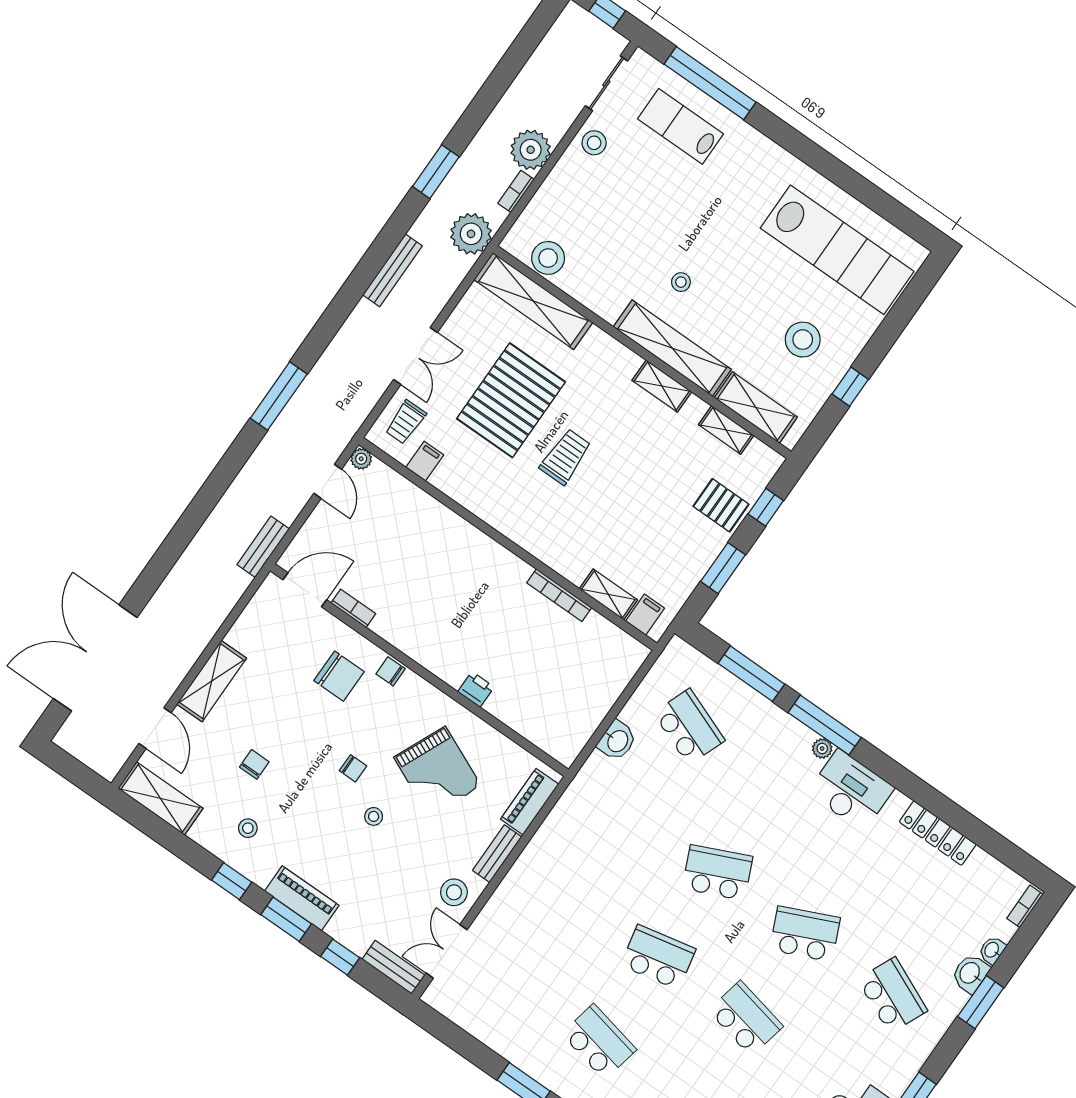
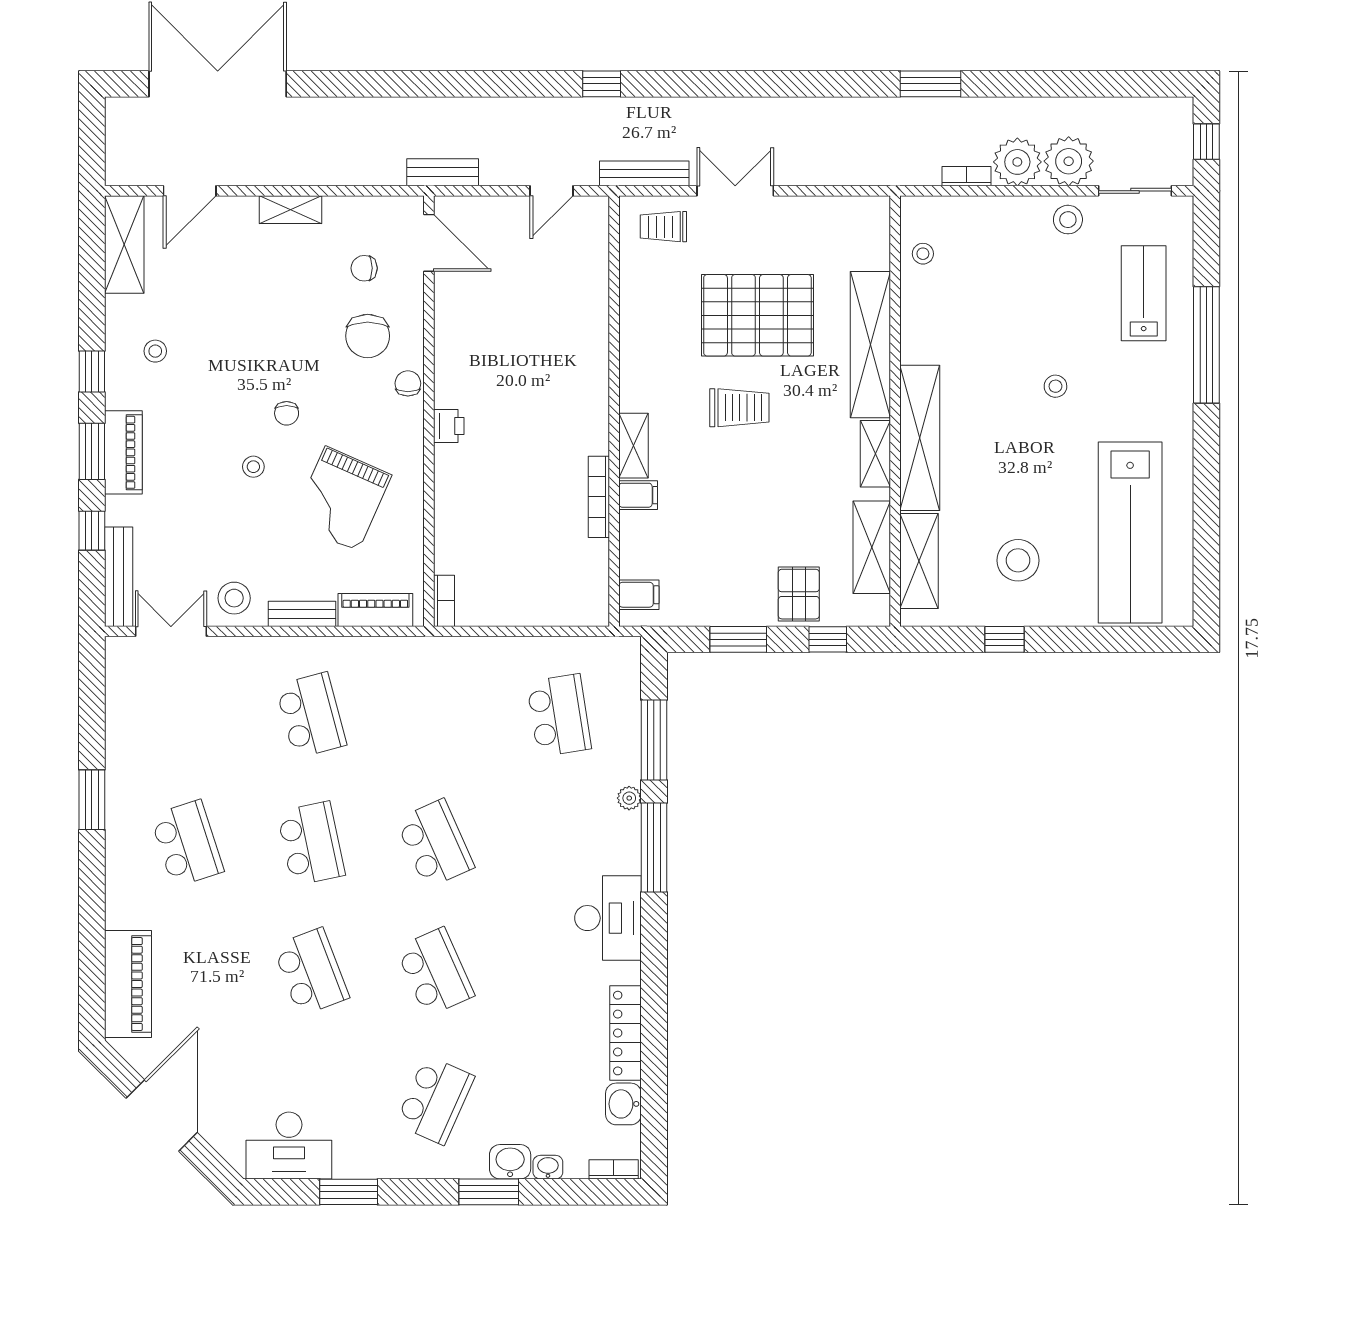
window: (710, 83) -> (1206, 345), moved
plant: (471, 234) -> (1069, 161), moved
stool: (548, 258) -> (923, 254), width x0.53, depth x0.53
bench: (392, 270) -> (644, 173), moved
stool: (681, 282) -> (1055, 386), moved
shelving: (533, 301) -> (870, 345), moved
double door: (416, 356) -> (735, 191), swing flipped
window: (279, 396) -> (602, 84), width x0.46
shelving: (726, 430) -> (872, 547), width x1.50, depth x1.33
plant: (361, 459) -> (597, 208), removed
filing cabinet: (425, 461) -> (638, 495), moved
shelving: (608, 594) -> (634, 446), moved
bookcase: (353, 608) -> (444, 601), moved
shelving: (212, 681) -> (290, 210), width x0.67, depth x0.75
printer: (476, 689) -> (449, 426), moved
school desk: (689, 727) -> (559, 715), turned -30
washbasin: (617, 741) -> (623, 1104), moved, turned 90
plant: (822, 748) -> (629, 798), moved
chair: (254, 764) -> (364, 268), moved, turned 180
school desk: (571, 896) -> (311, 715), added
bench: (393, 967) -> (119, 577), width x1.36
school desk: (746, 1018) -> (311, 972), turned -33
school desk: (599, 1042) -> (187, 844), turned -30

